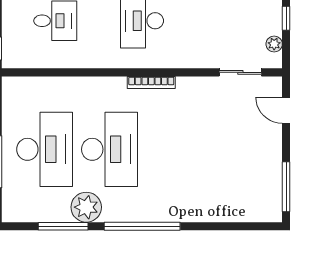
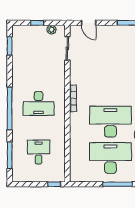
door: (286, 110) -> (89, 23), hinge flipped

